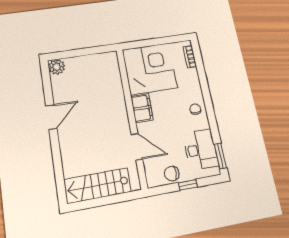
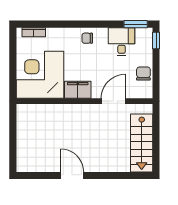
plant: (57, 67) -> (24, 164), removed
desk: (201, 150) -> (122, 42), width x0.73
chair: (172, 174) -> (143, 73), turned 180
window: (188, 185) -> (156, 40), moved

